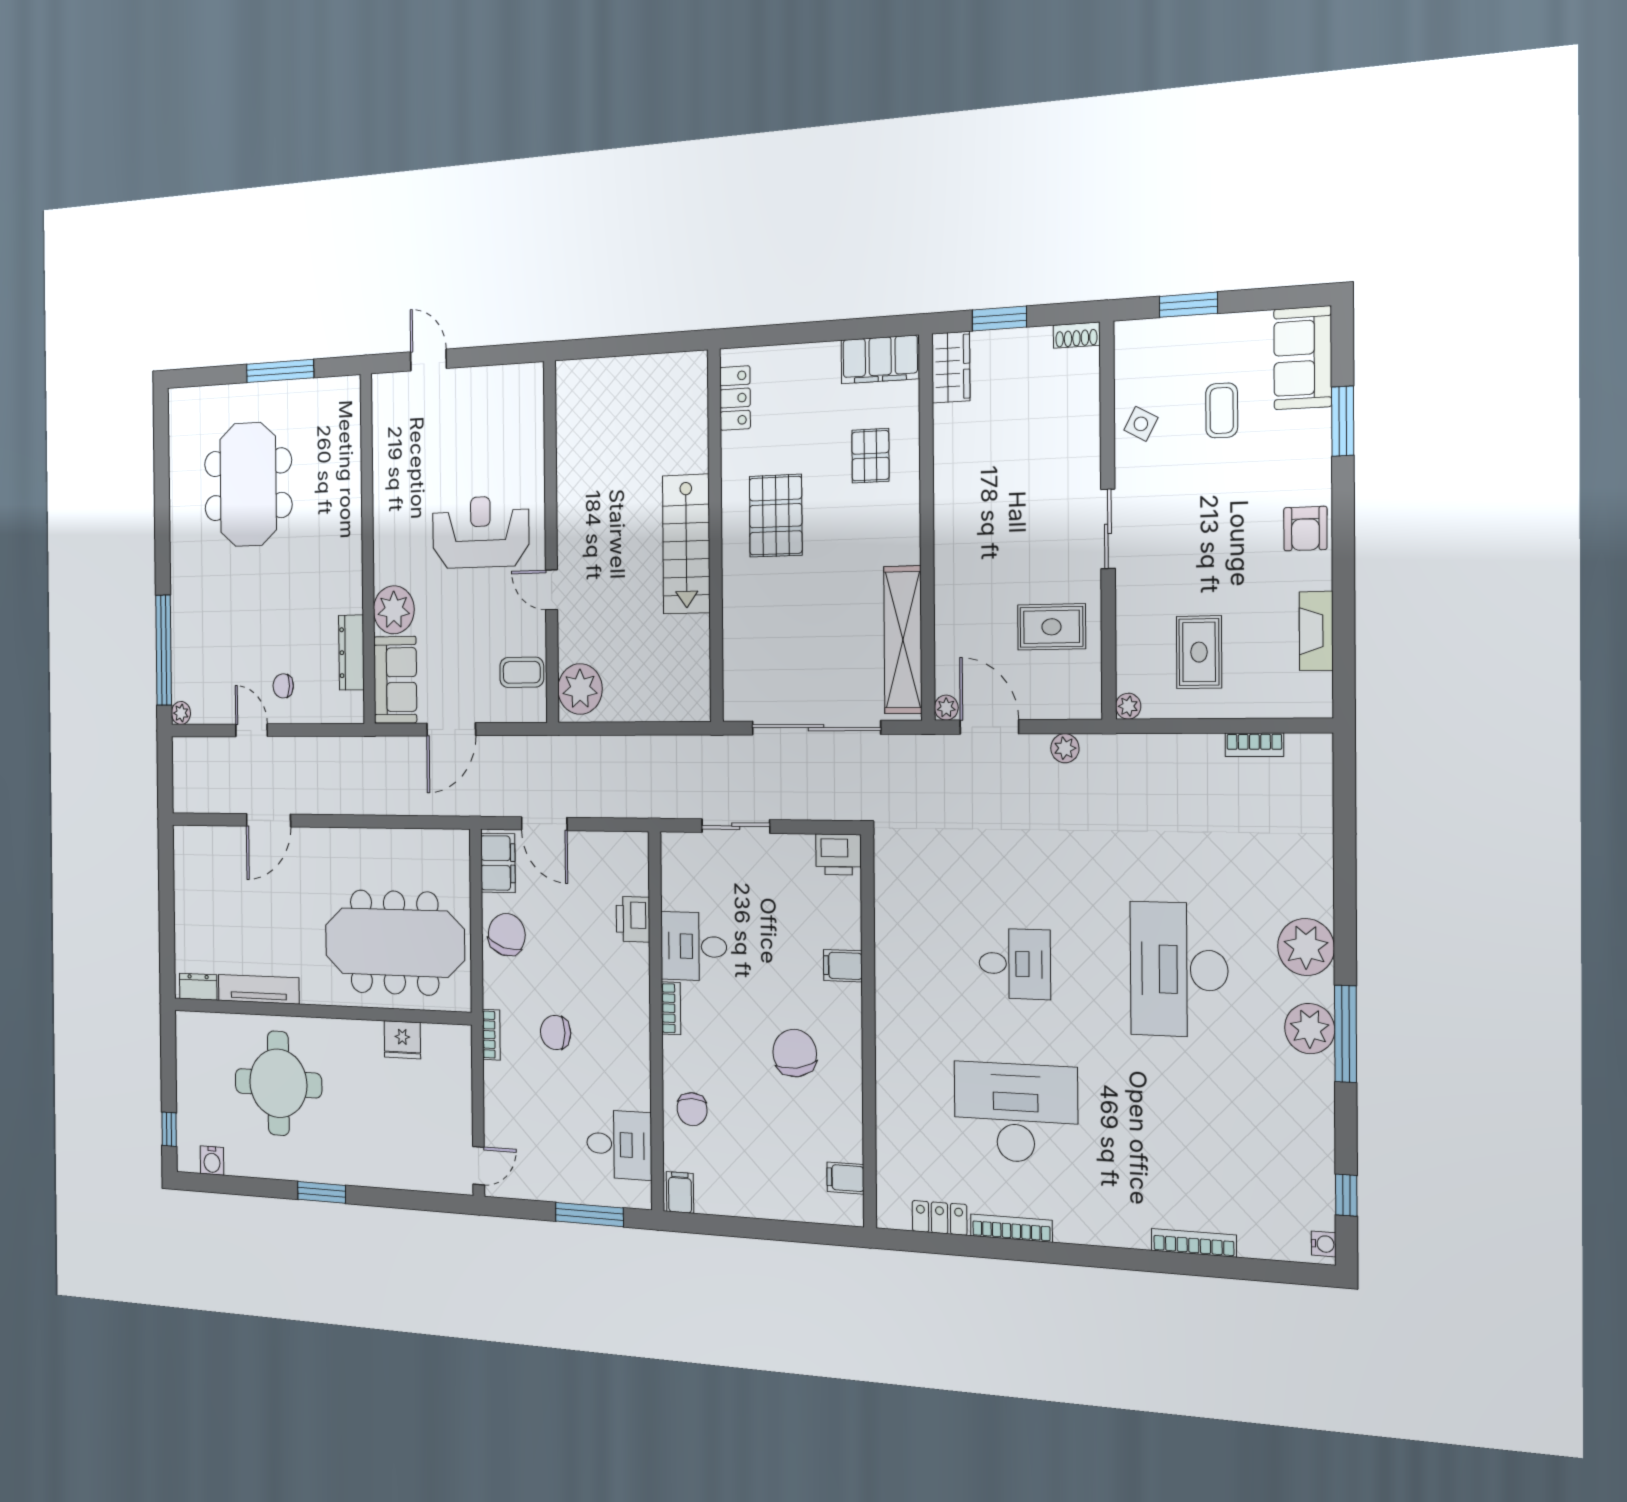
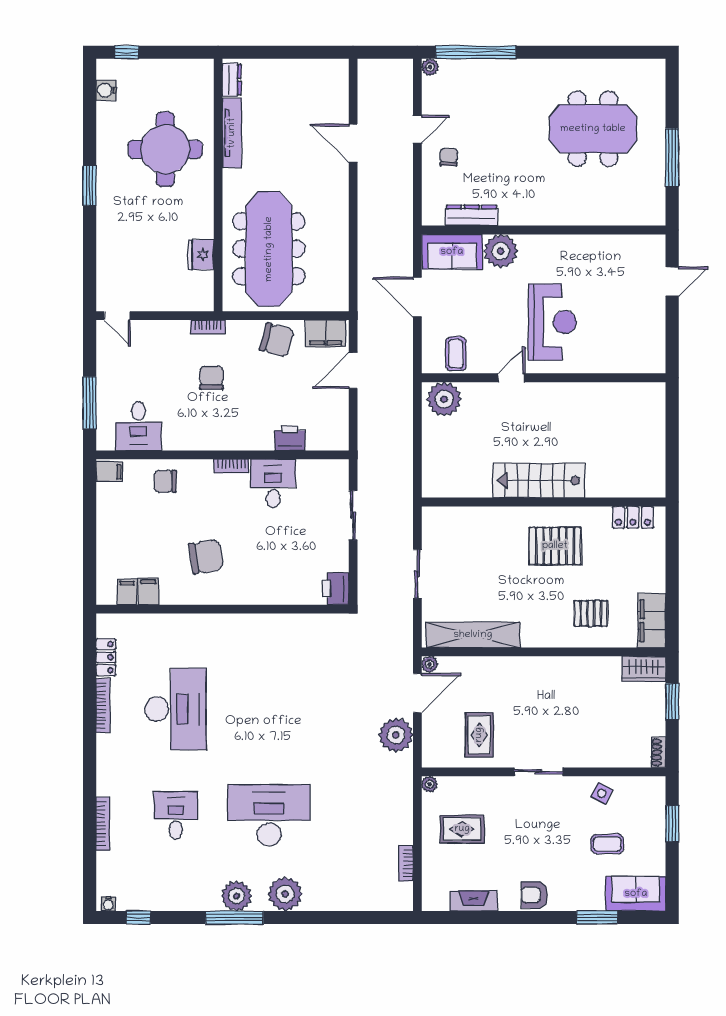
sliding door: (816, 728) -> (417, 574), width x0.54
plant: (1065, 748) -> (396, 735), width x1.87, depth x1.87
desk: (1015, 964) -> (176, 815), moved, turned 180
filing cabinet: (843, 966) -> (148, 591), moved

